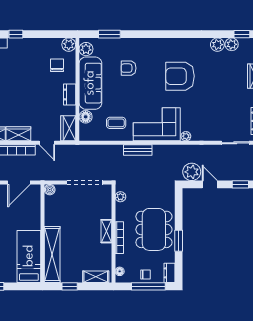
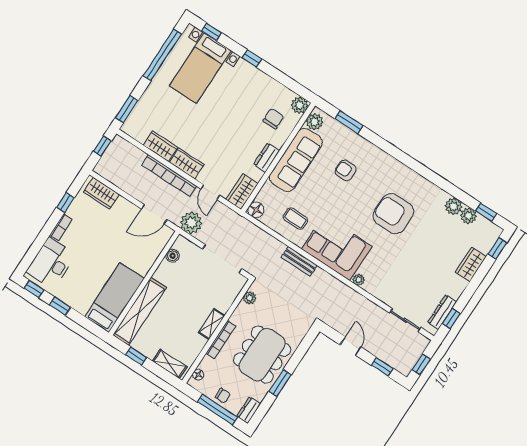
floor lamp: (86, 117) -> (256, 210), moved
plant: (192, 172) -> (191, 223), moved
boiler: (50, 190) -> (173, 256), moved

